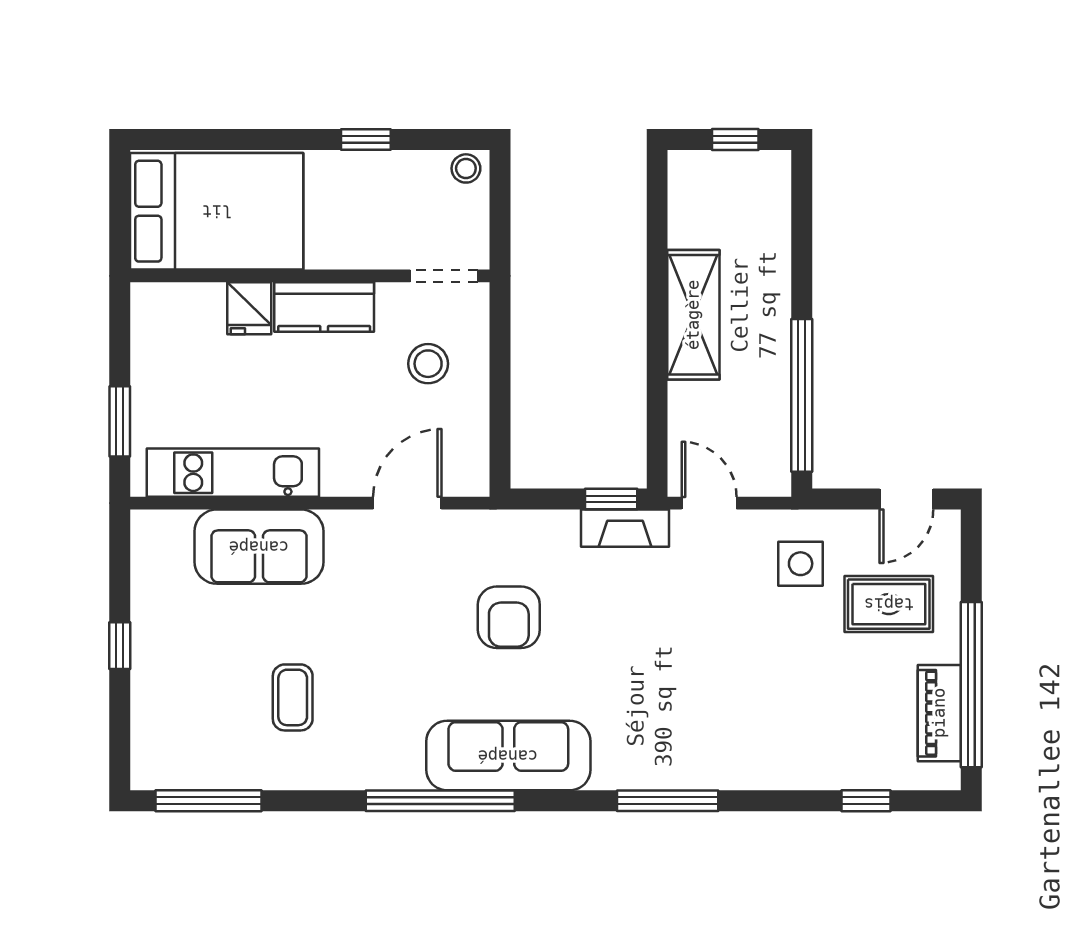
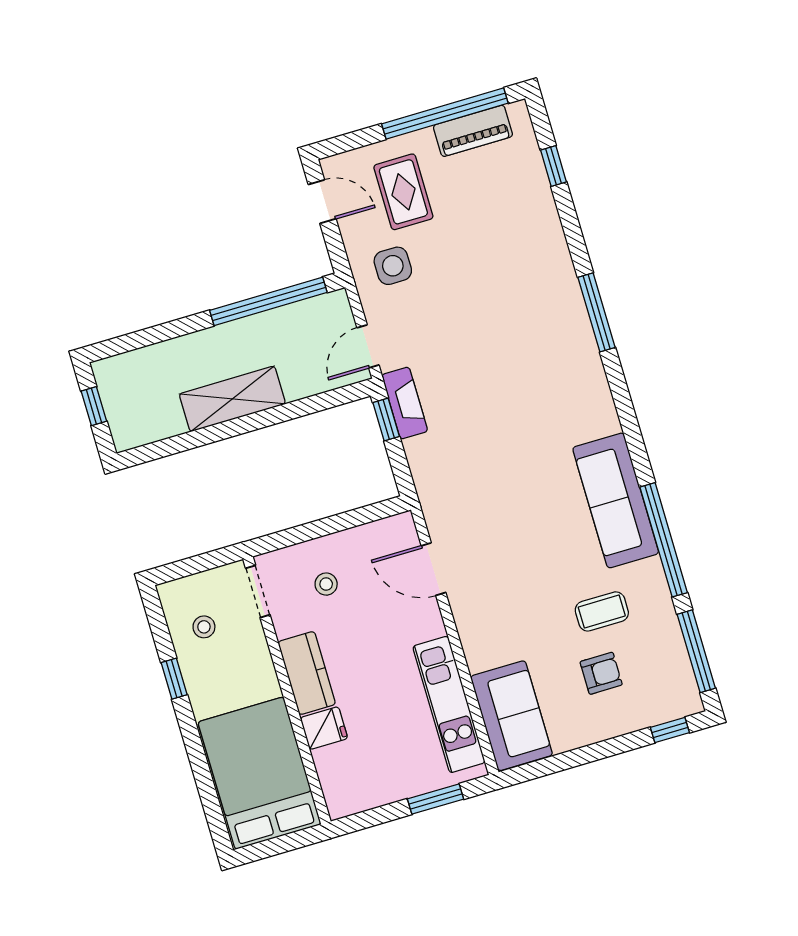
stool: (466, 168) -> (204, 627), moved
stool: (428, 364) -> (326, 584), width x0.73, depth x0.73
sofa: (259, 547) -> (512, 716), moved
armchair: (509, 617) -> (601, 673), moved, width x0.72, depth x0.72
window: (120, 646) -> (670, 730), moved
sofa: (508, 756) -> (616, 500), moved
window: (440, 801) -> (664, 540), moved

